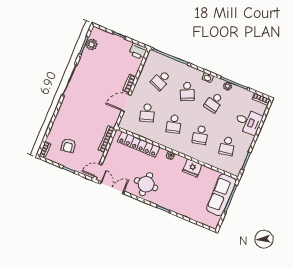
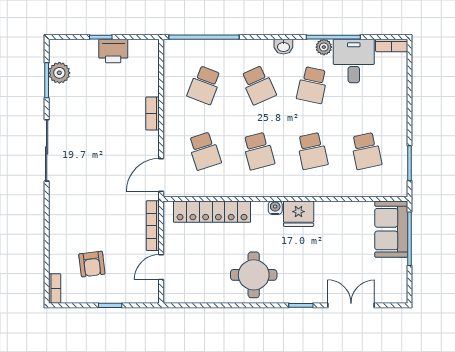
printer: (138, 51) -> (113, 51), moved
door: (126, 103) -> (161, 175), moved
desk: (248, 122) -> (354, 61), moved, turned -90
fridge: (192, 168) -> (299, 214), moved
door: (98, 171) -> (161, 267), moved
double door: (112, 188) -> (351, 305), moved
sofa: (221, 195) -> (391, 229), width x0.73

